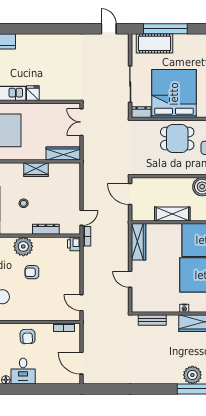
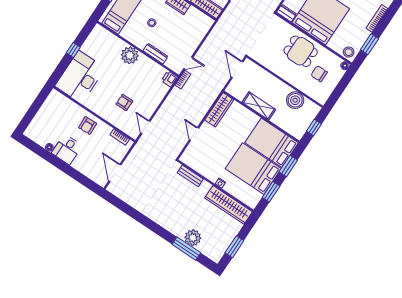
armchair: (32, 272) -> (124, 102), moved

